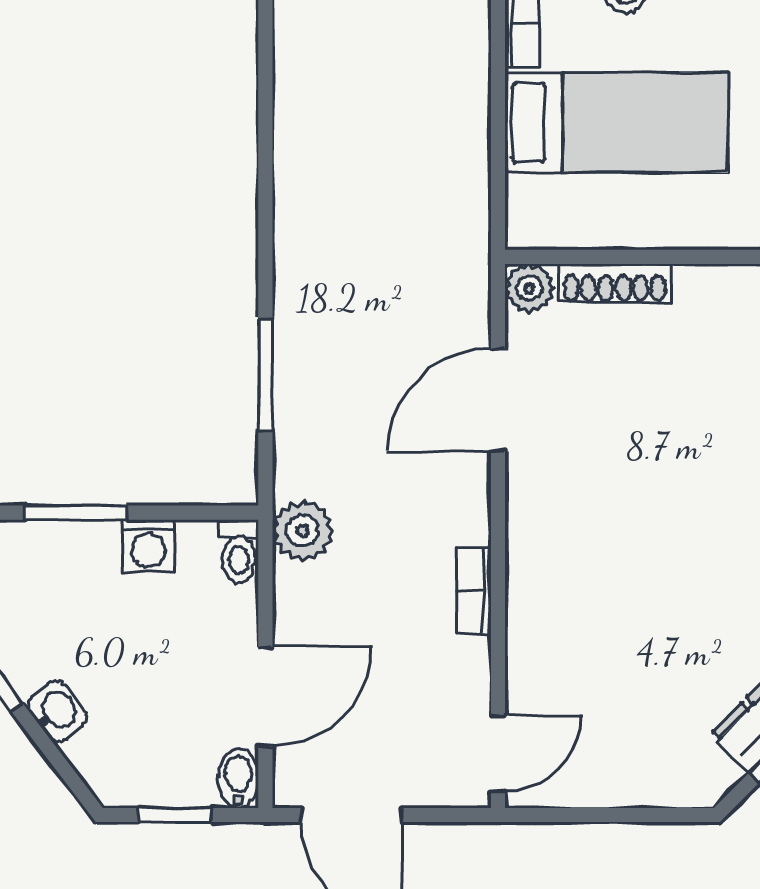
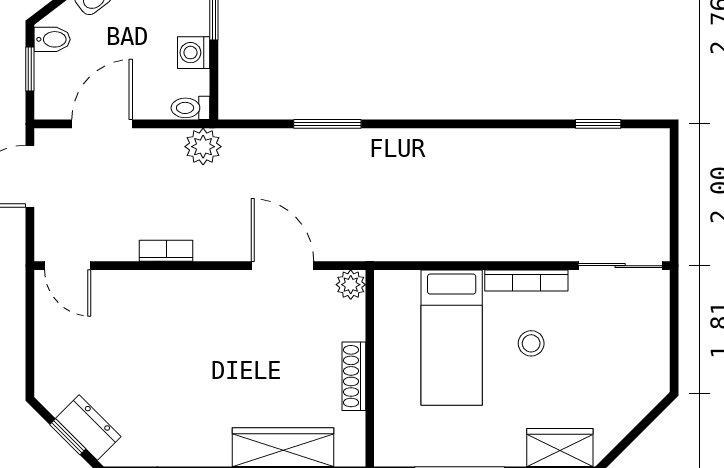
shoe rack: (615, 283) -> (354, 376), moved
window: (265, 375) -> (327, 124), moved
door: (265, 696) -> (102, 124), swing flipped
bidet: (238, 778) -> (52, 39), moved

